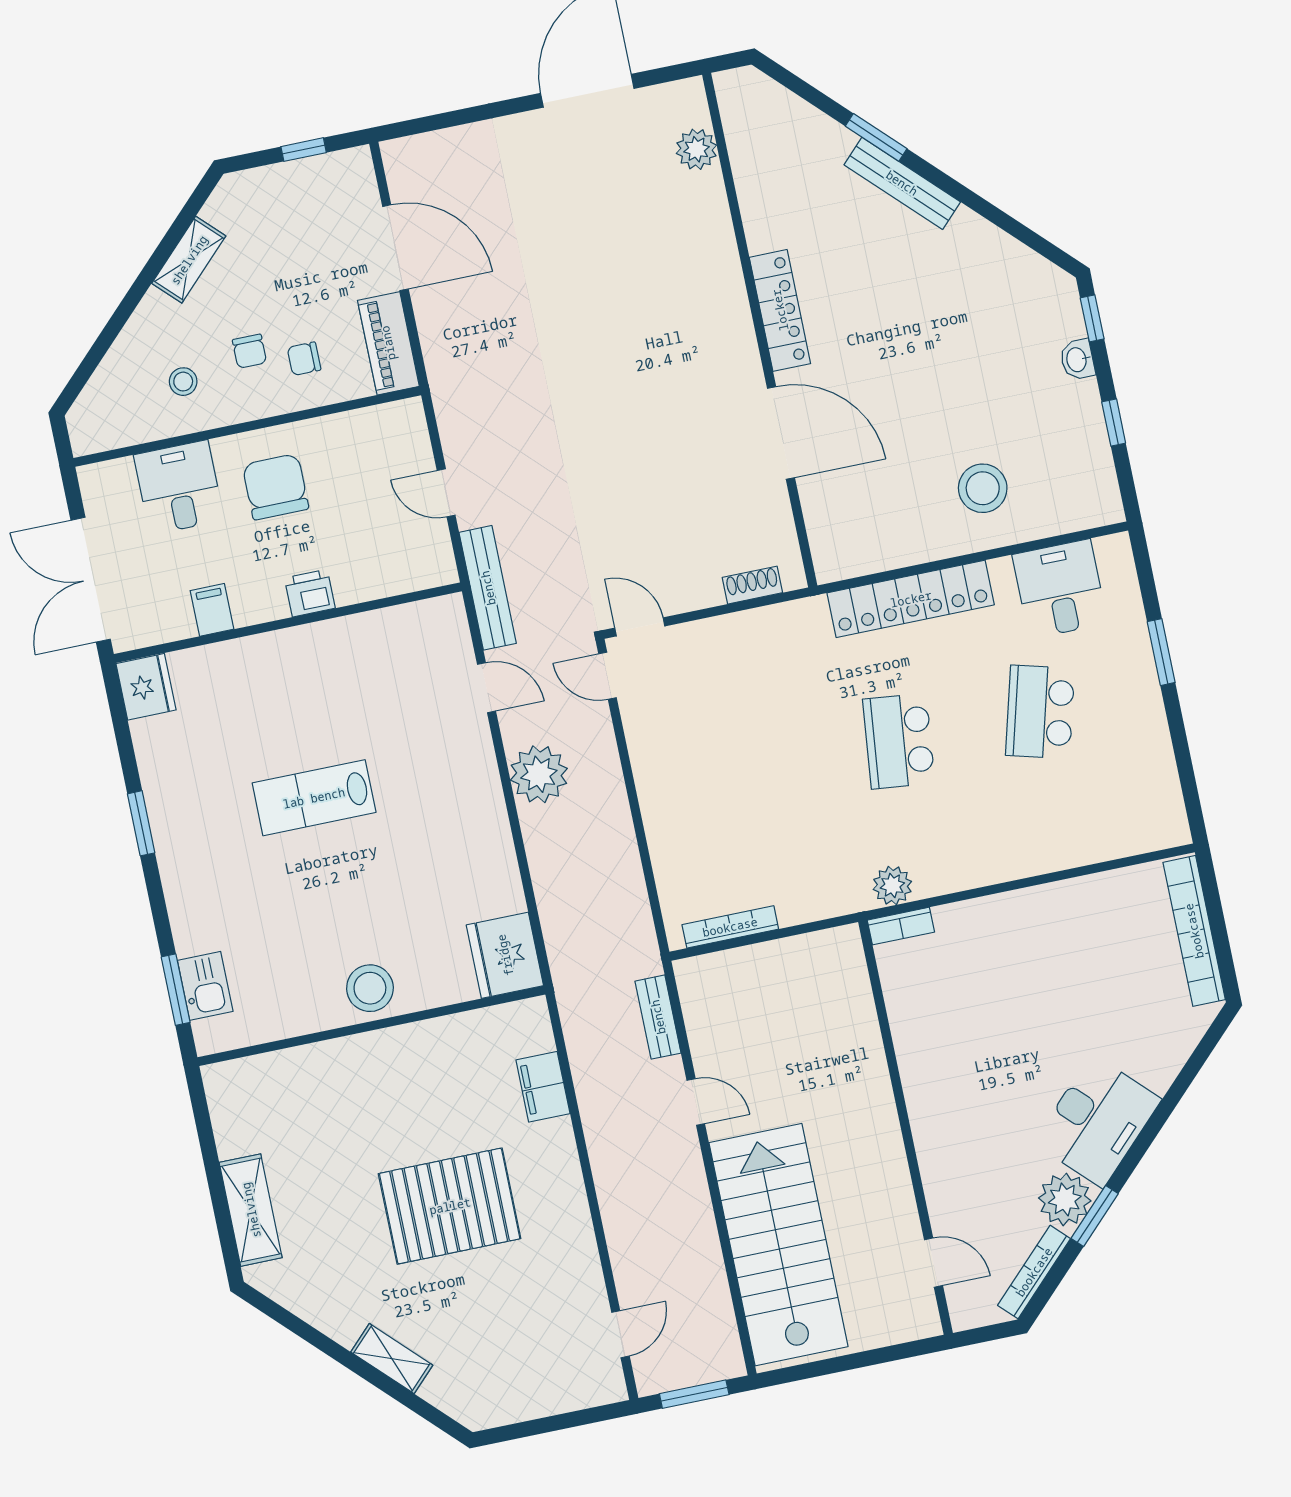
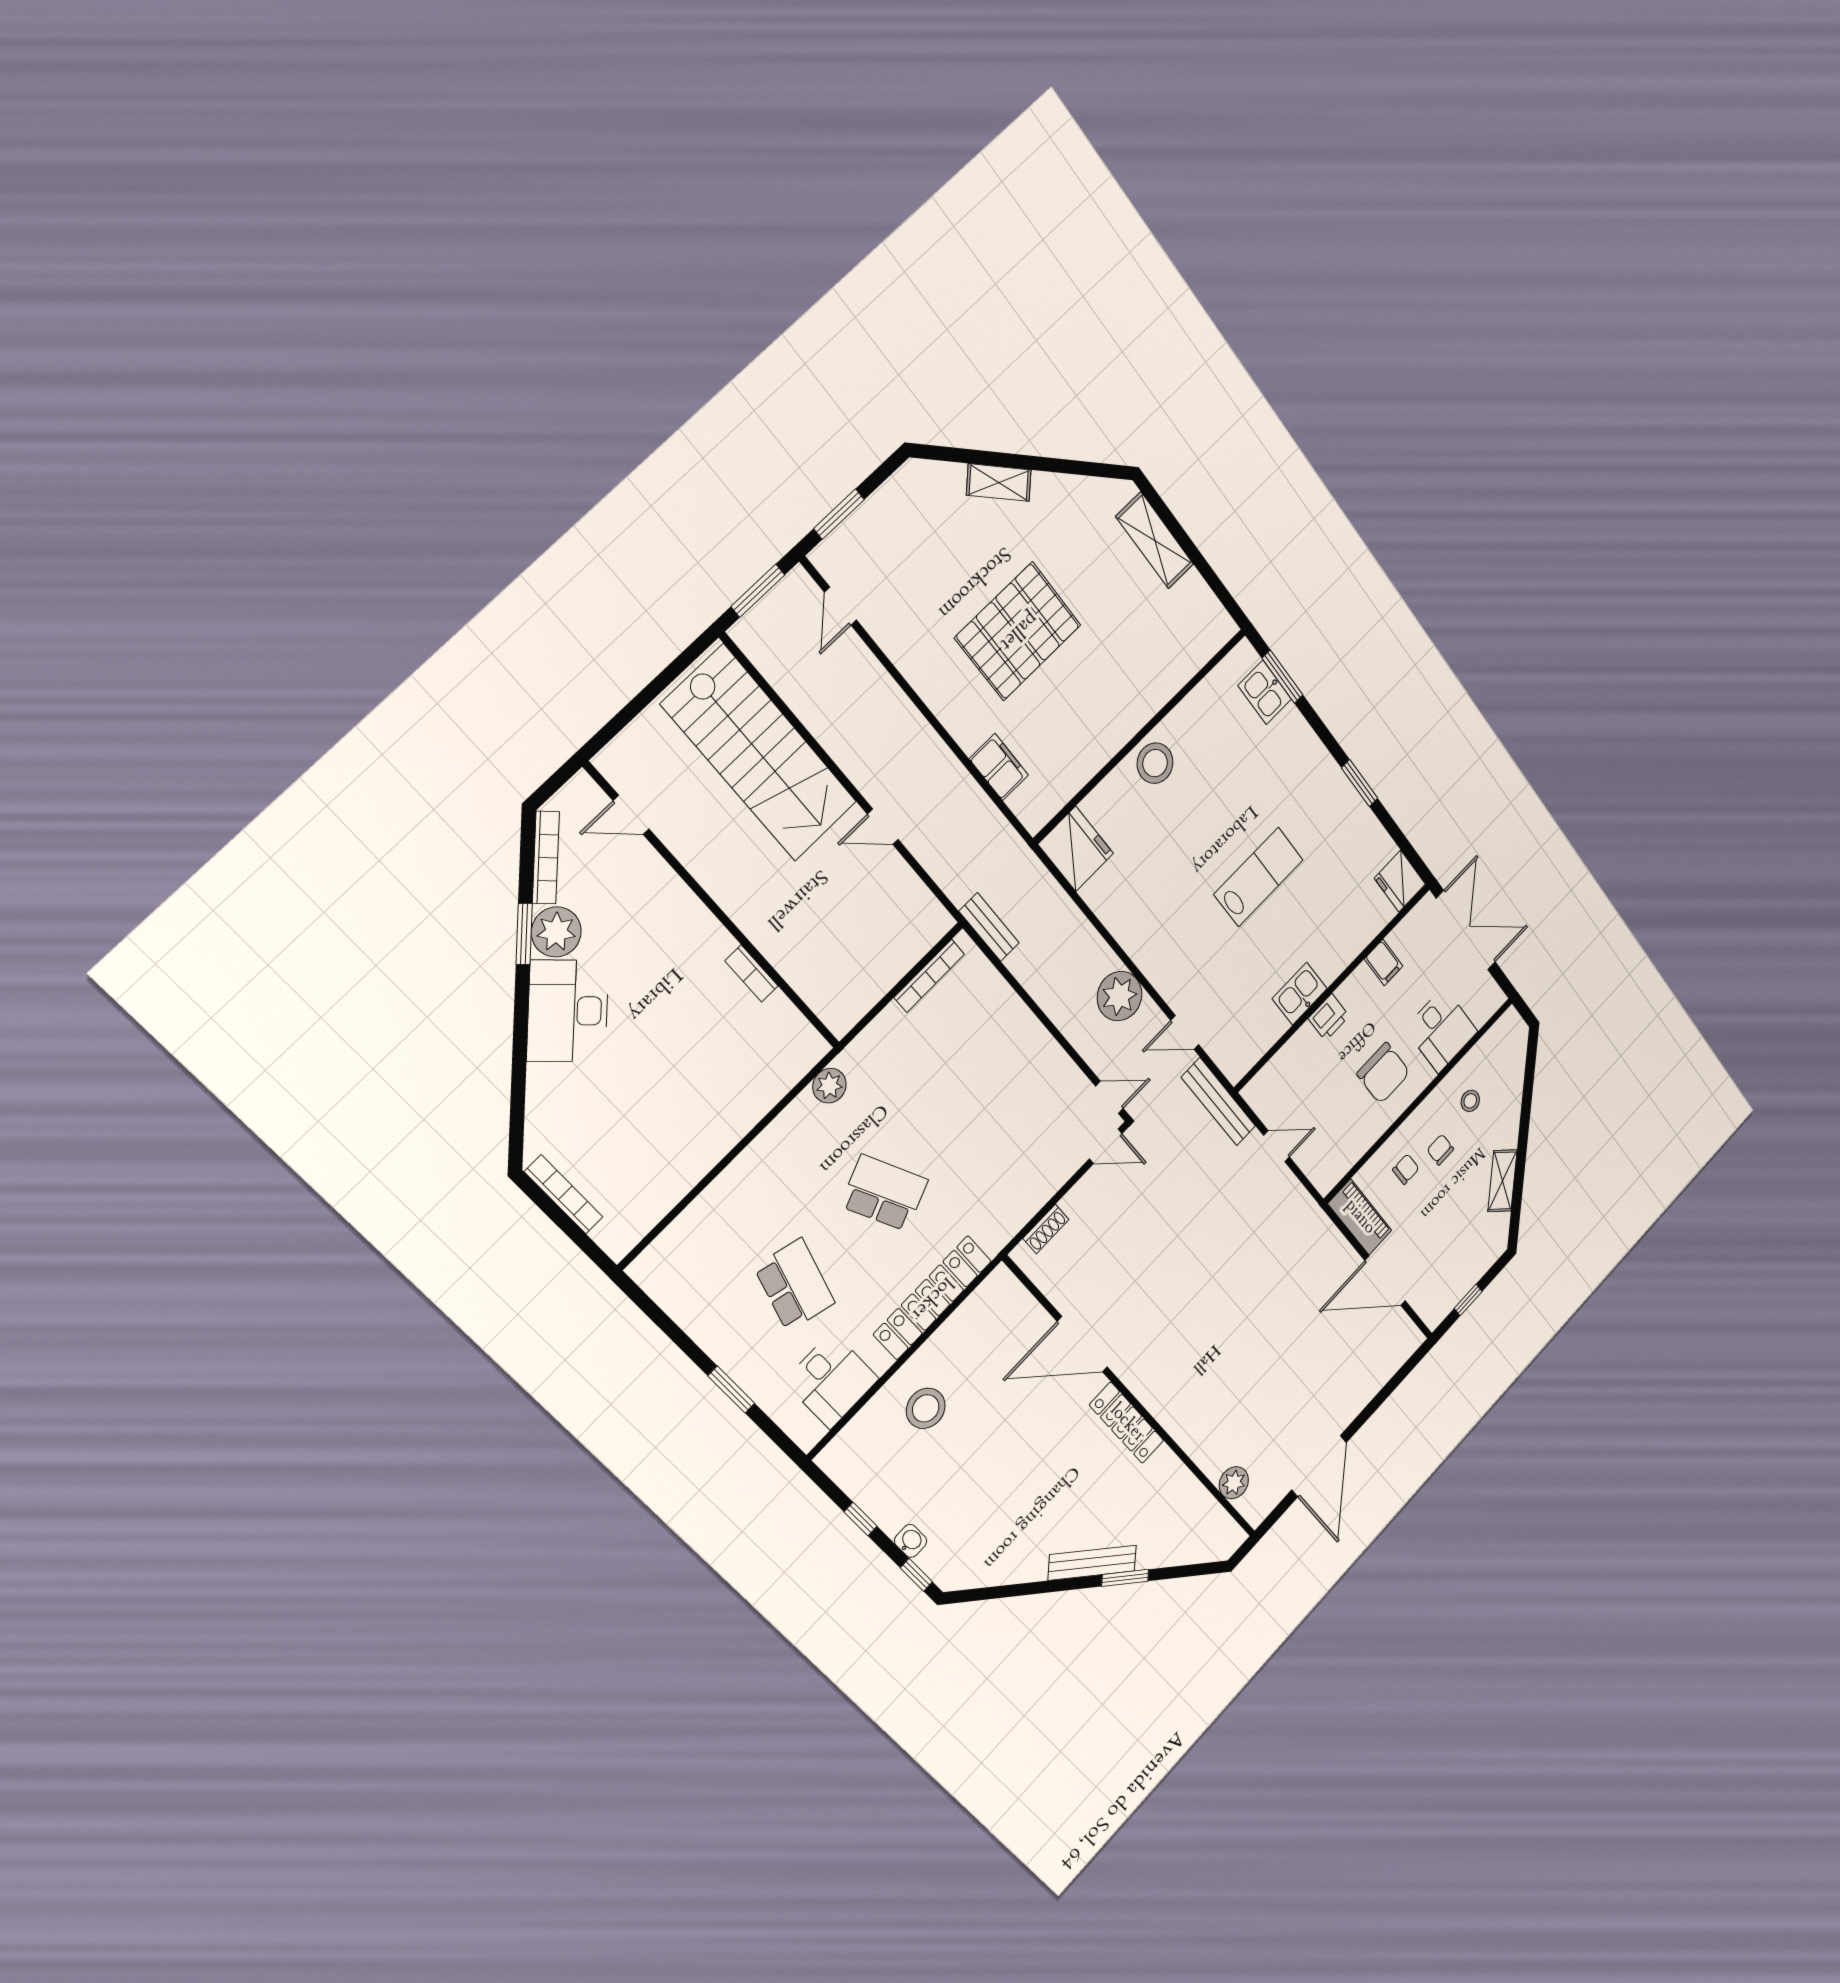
kitchen sink: (331, 642) -> (1300, 994), added
school desk: (899, 741) -> (884, 1193), turned -30
bookcase: (901, 926) -> (751, 973), moved, turned -90
bookcase: (1194, 931) -> (564, 1194), width x0.68, depth x0.76
bench: (658, 1017) -> (989, 927), moved
window: (574, 1419) -> (839, 514), added

